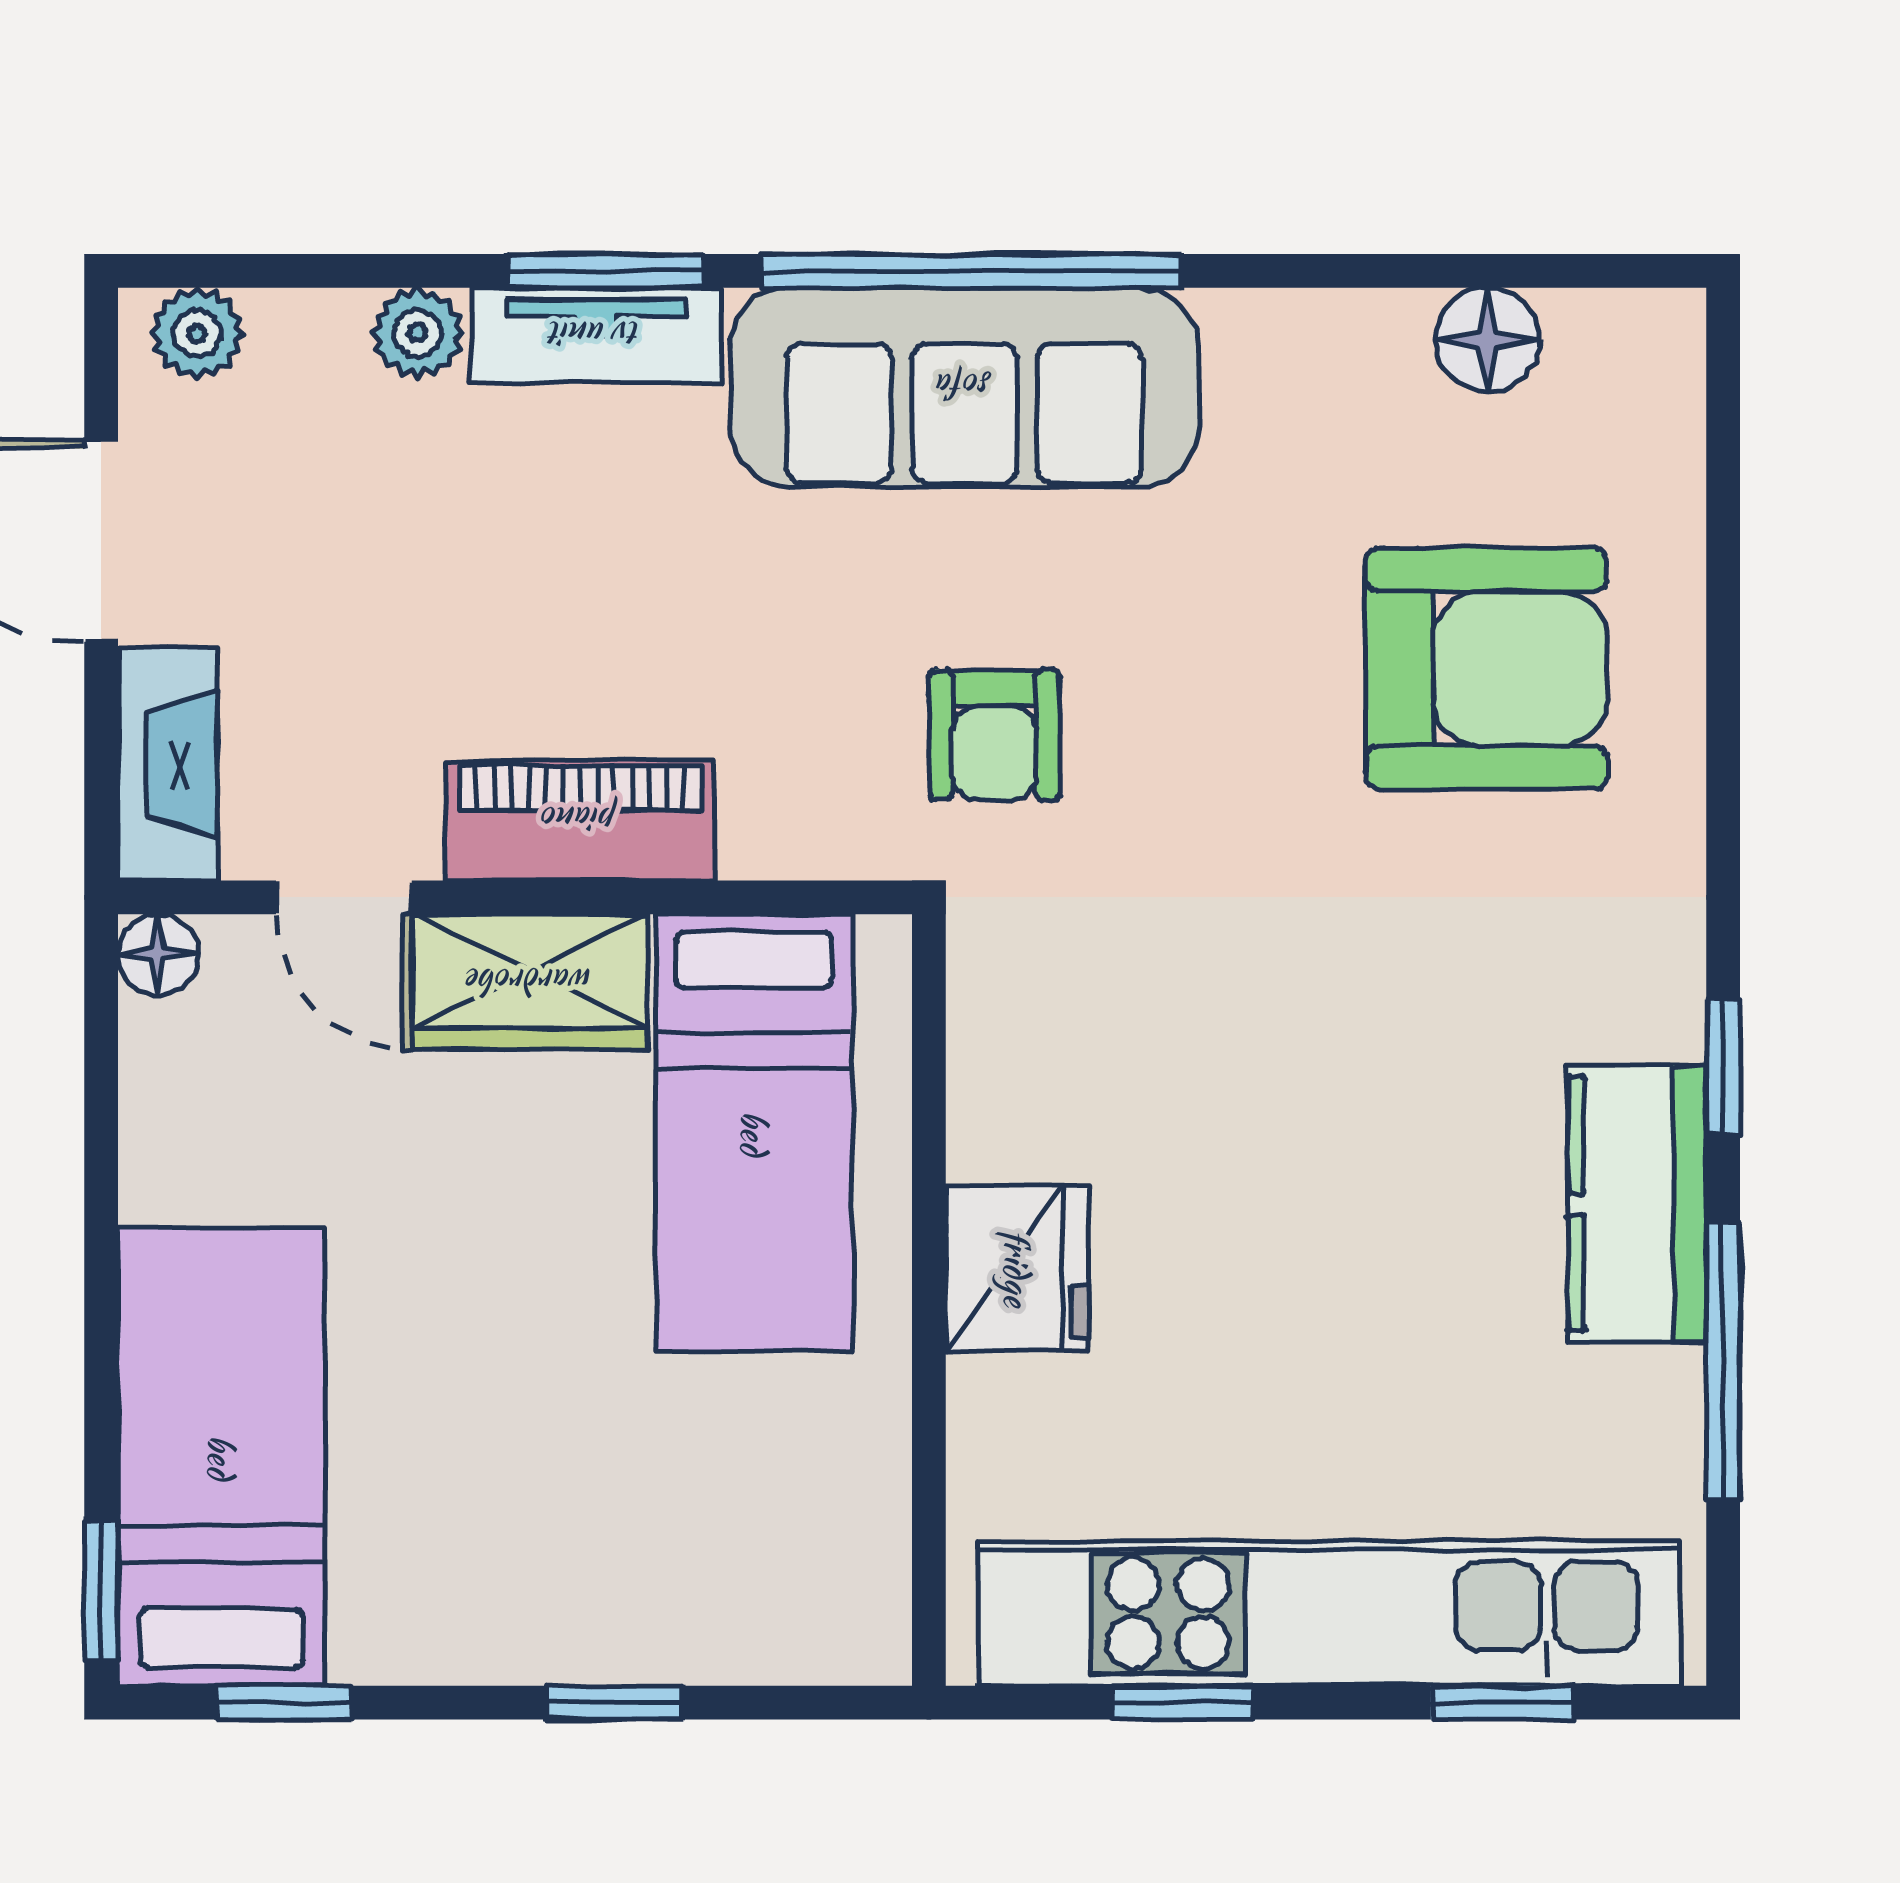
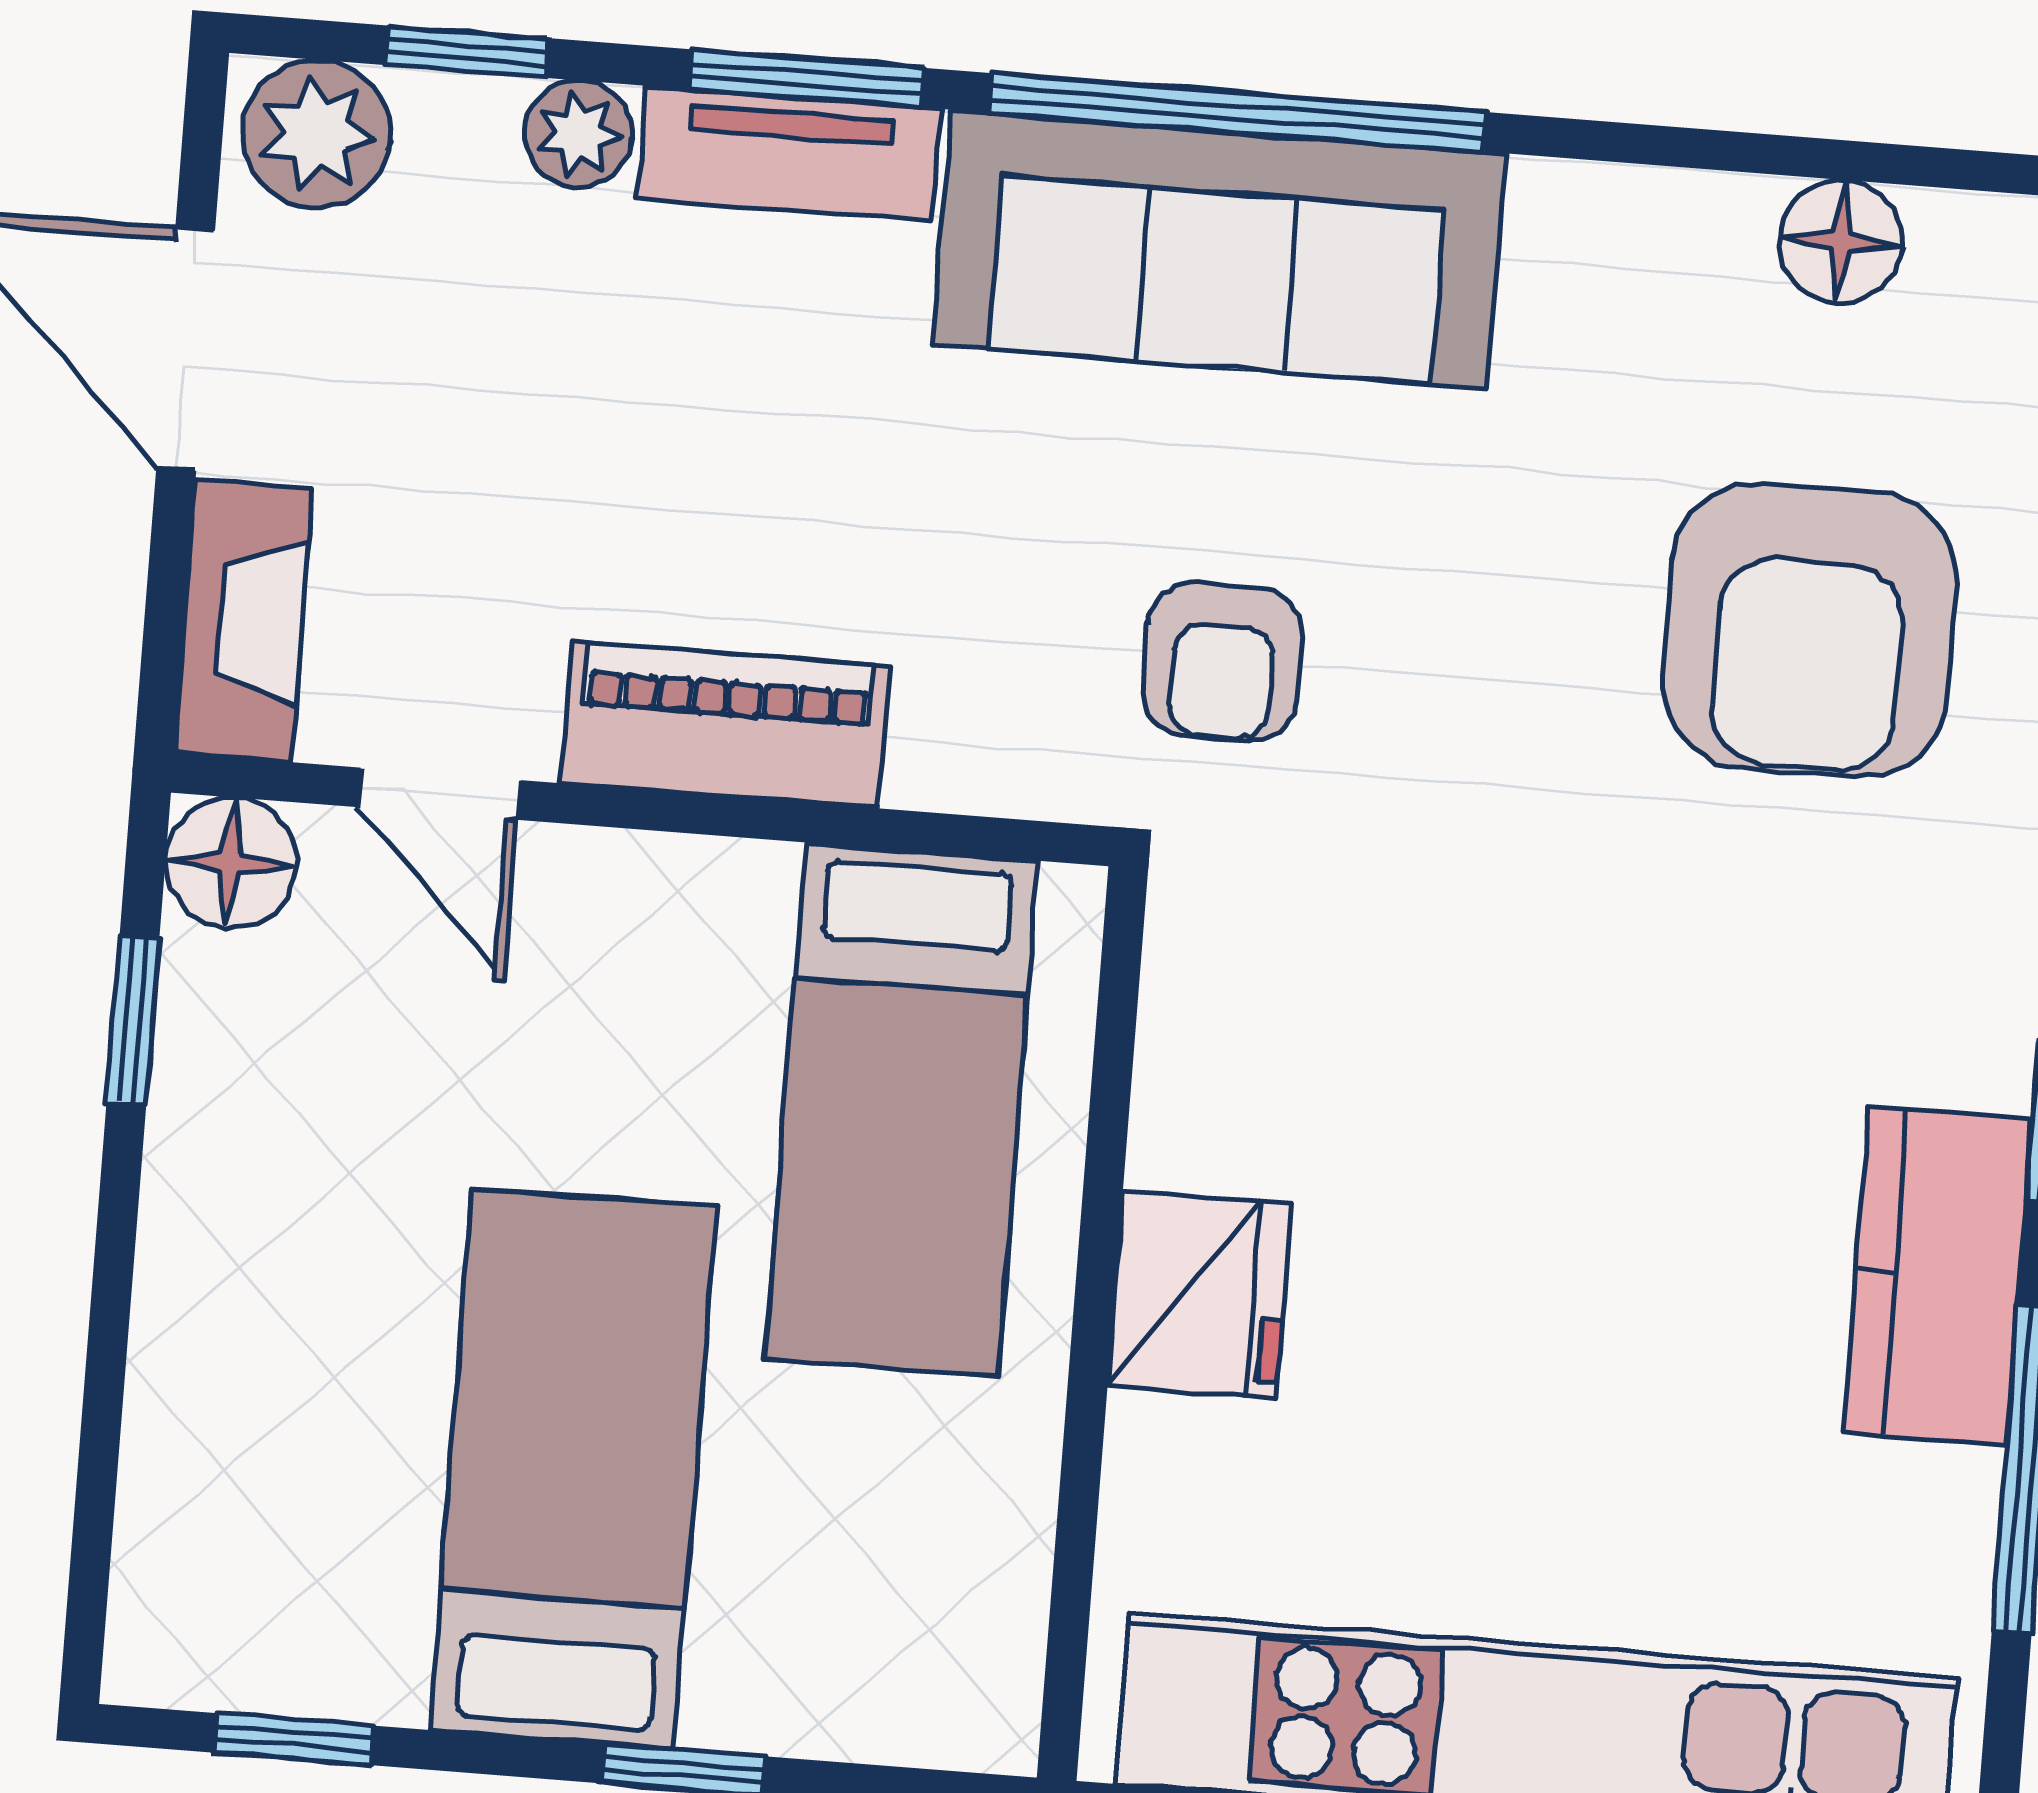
window: (318, 271) -> (467, 52), added
plant: (197, 333) -> (317, 134), width x1.38, depth x1.38
armchair: (1487, 669) -> (1810, 630), turned 90
floor lamp: (158, 954) -> (231, 863), width x1.37, depth x1.37
wardrobe: (530, 982) -> (651, 911), removed
bed: (221, 1457) -> (573, 1469), moved
window: (101, 1590) -> (133, 1021), moved

